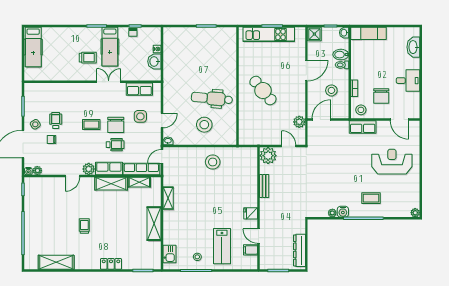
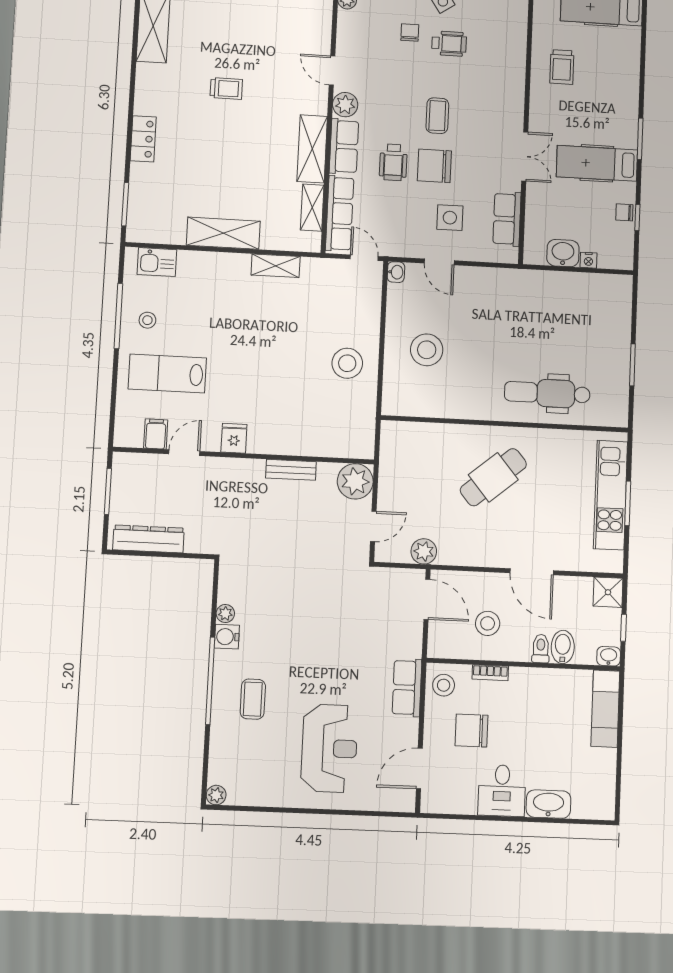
washbasin: (413, 47) -> (548, 804), moved
trolley: (88, 58) -> (562, 67), moved
dental chair: (212, 98) -> (547, 393), moved, turned -95

